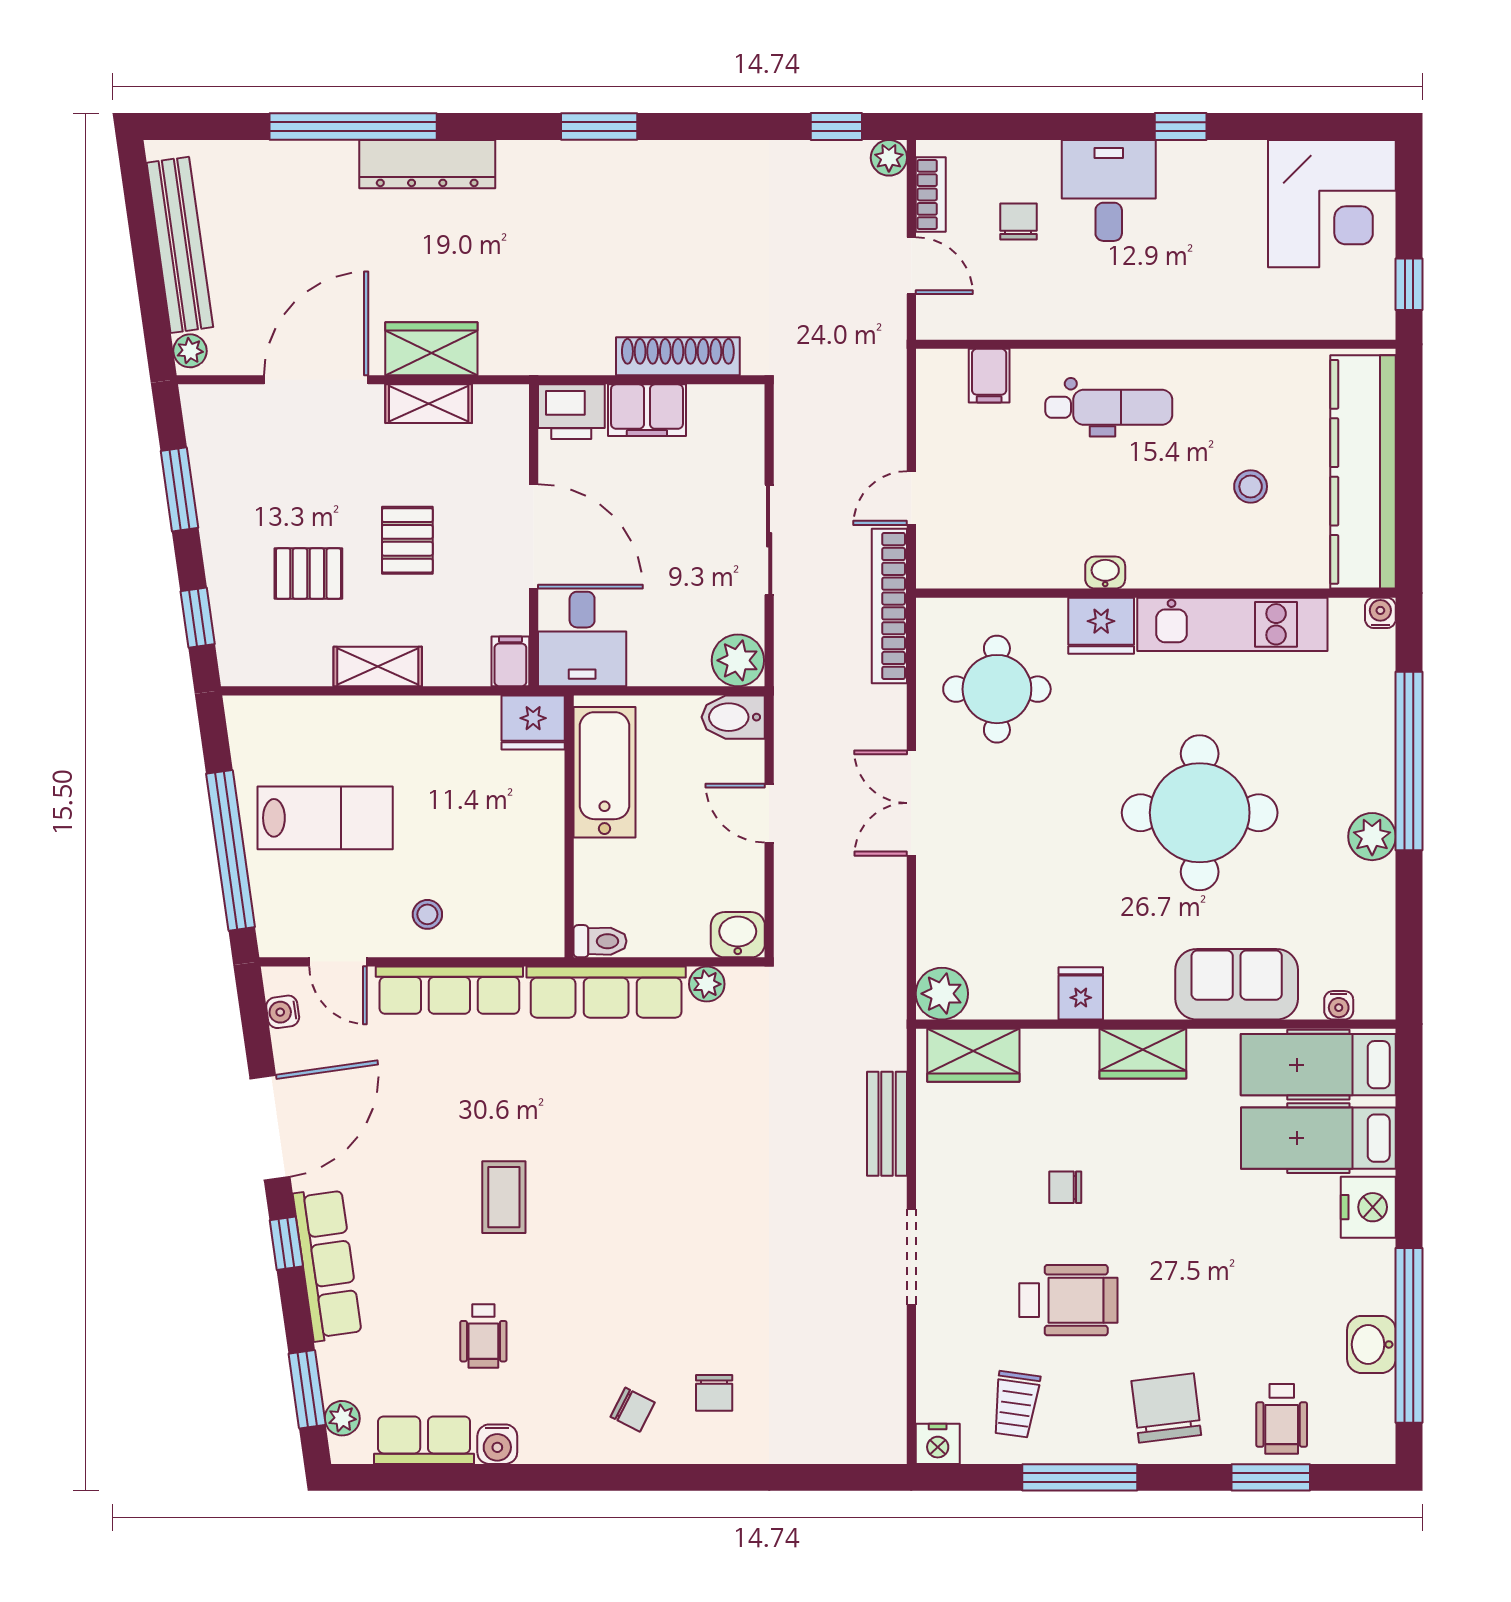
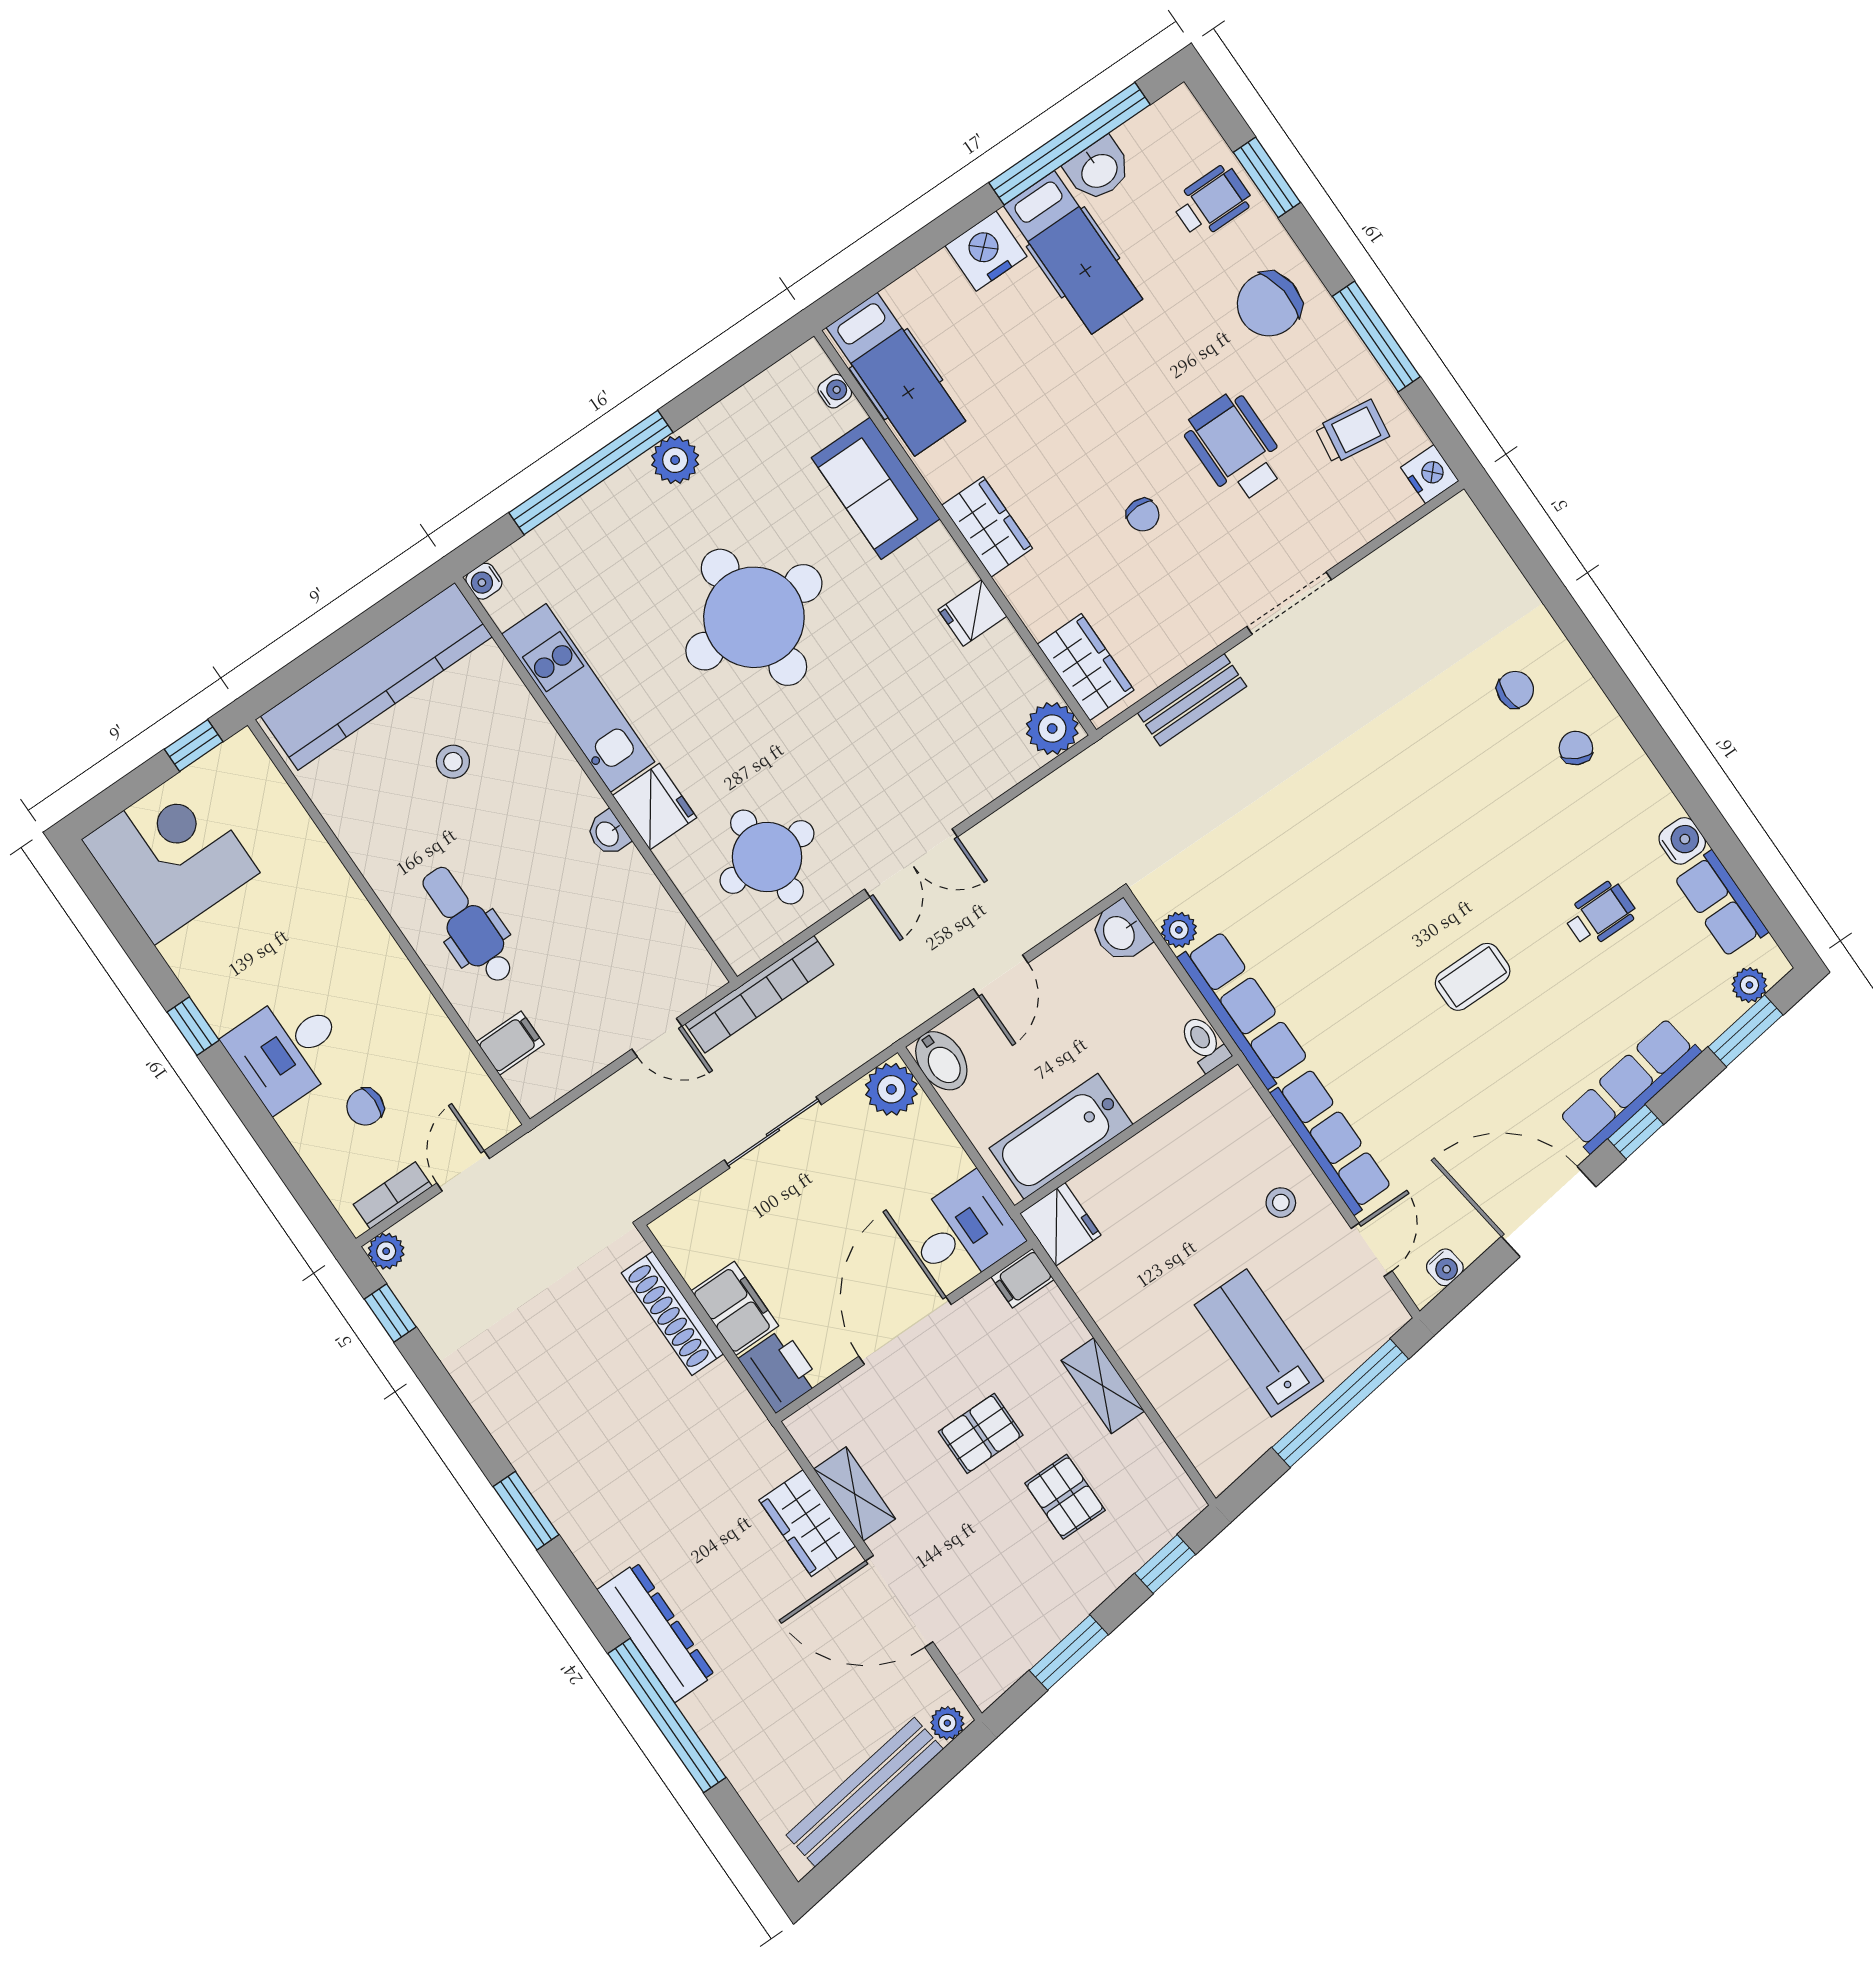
hospital bed: (1318, 1138) -> (1073, 252), moved

